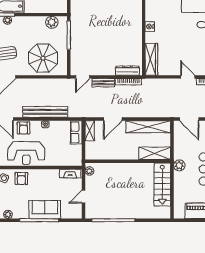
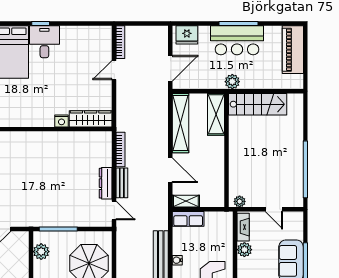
nightstand: (150, 27) -> (62, 121), moved
dresser: (127, 71) -> (106, 183), moved
plant: (53, 175) -> (244, 250), added

